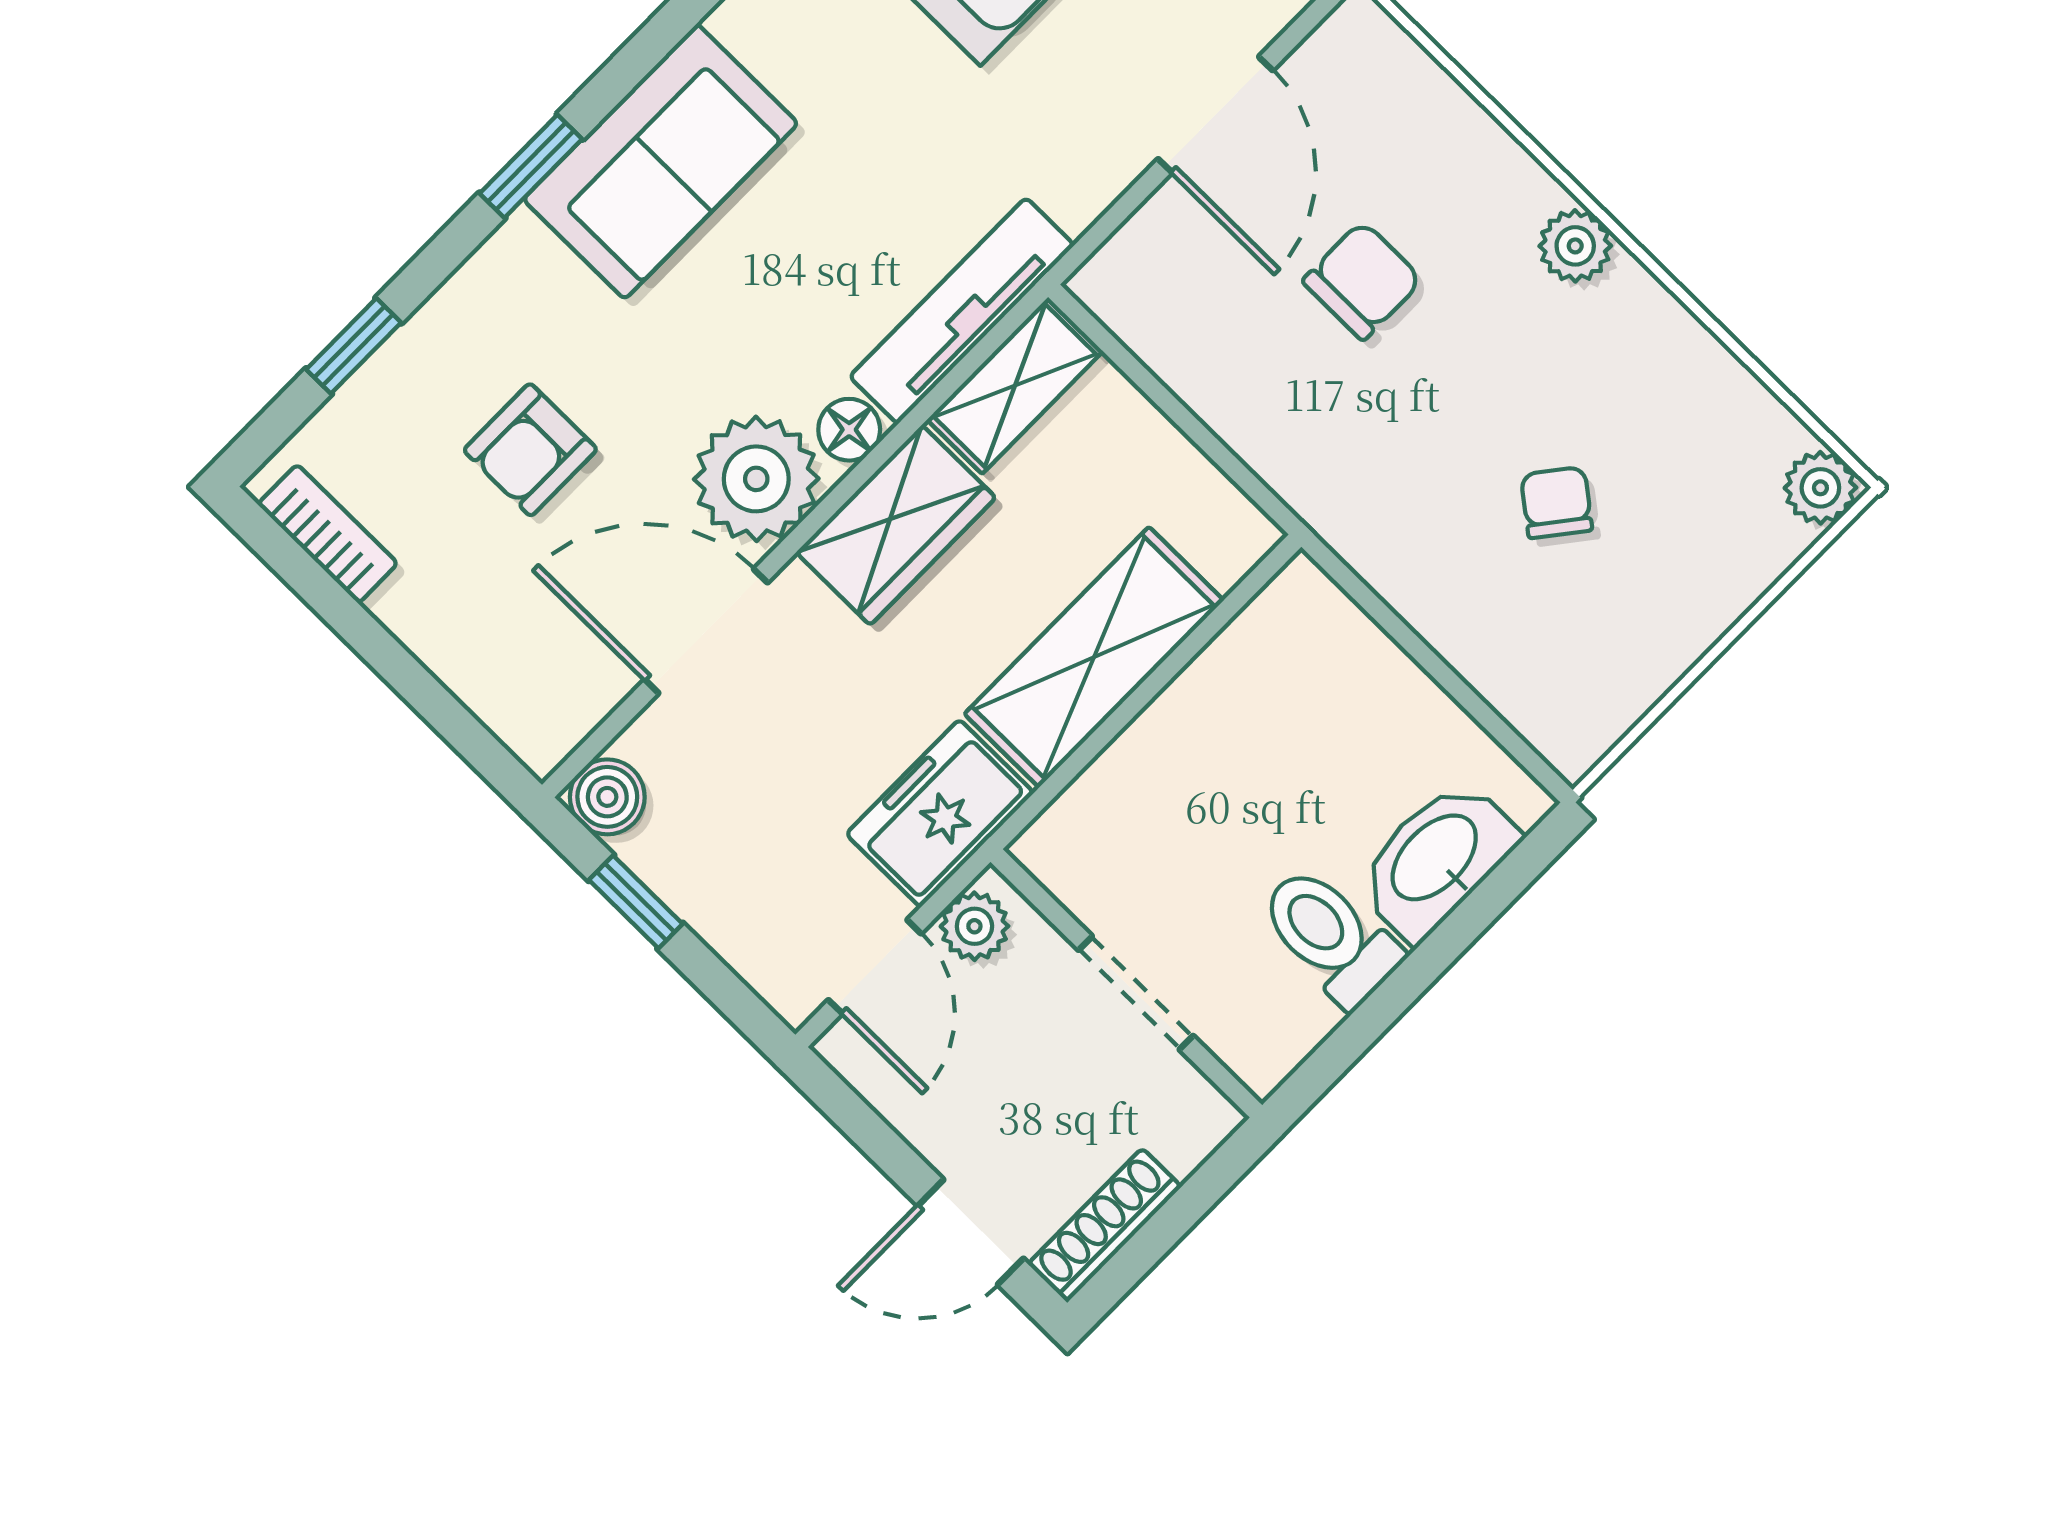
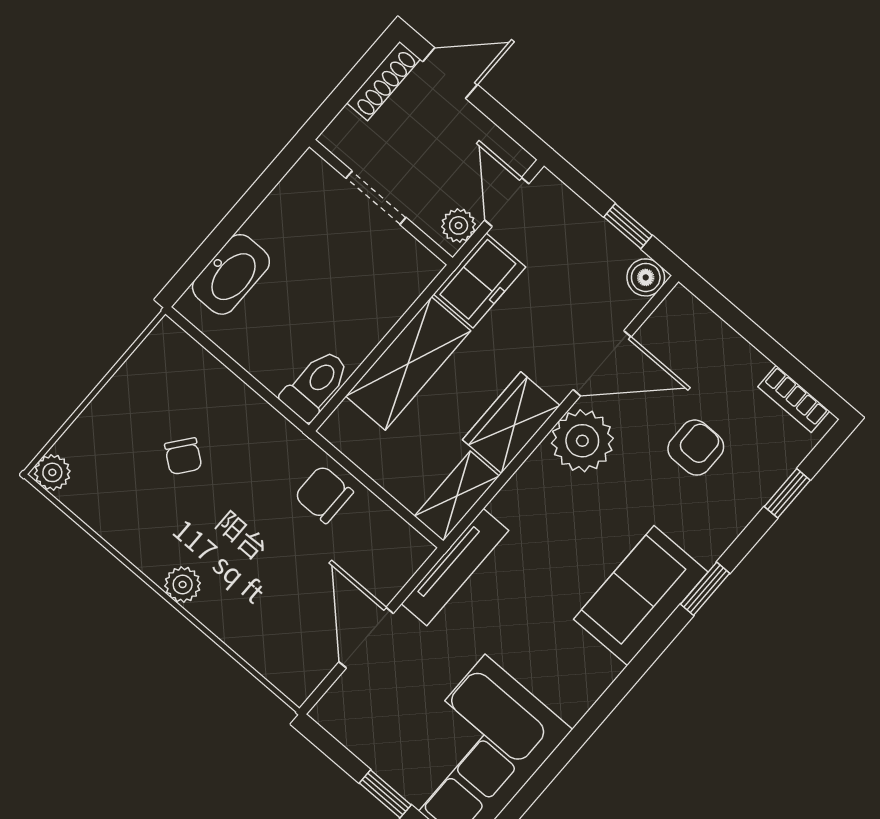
chair: (1363, 280) -> (324, 494), moved, turned 90
tv unit: (962, 311) -> (455, 567), moved
floor lamp: (849, 430) -> (538, 468), removed
toilet: (1330, 936) -> (316, 385), moved, turned -90

